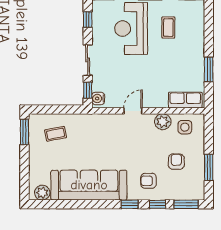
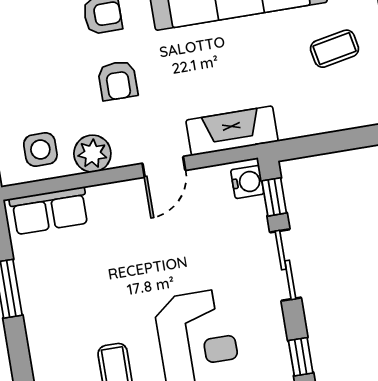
fireplace: (101, 122) -> (232, 131), added
coffee table: (56, 134) -> (335, 49), moved
armchair: (176, 162) -> (118, 81), moved

